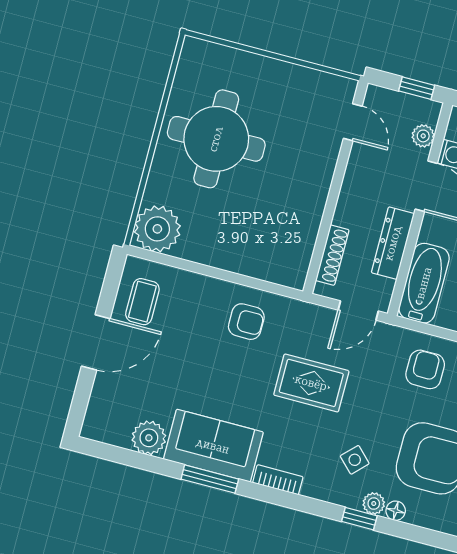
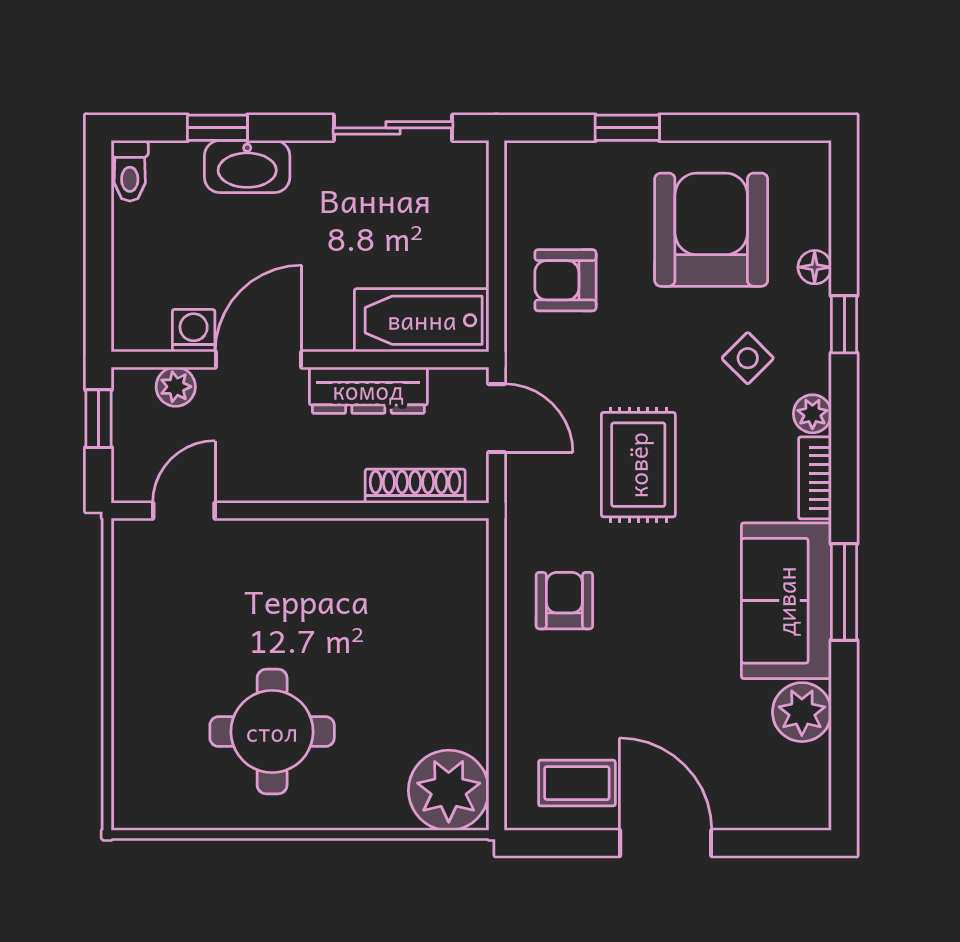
round table: (216, 139) -> (272, 732), width x0.73, depth x0.73
plant: (374, 504) -> (812, 414), moved

